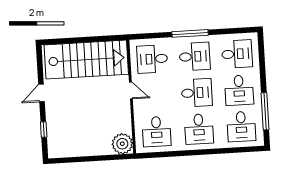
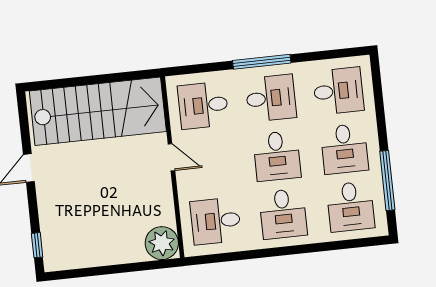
desk: (197, 93) -> (277, 156), turned 90
window: (44, 129) -> (37, 245), moved
desk: (157, 132) -> (216, 221), turned 90

